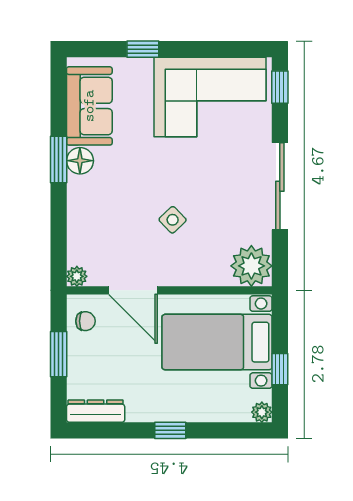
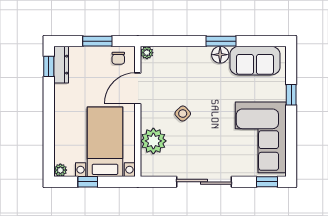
plant: (251, 266) -> (153, 141), moved
window: (170, 430) -> (49, 66), moved

